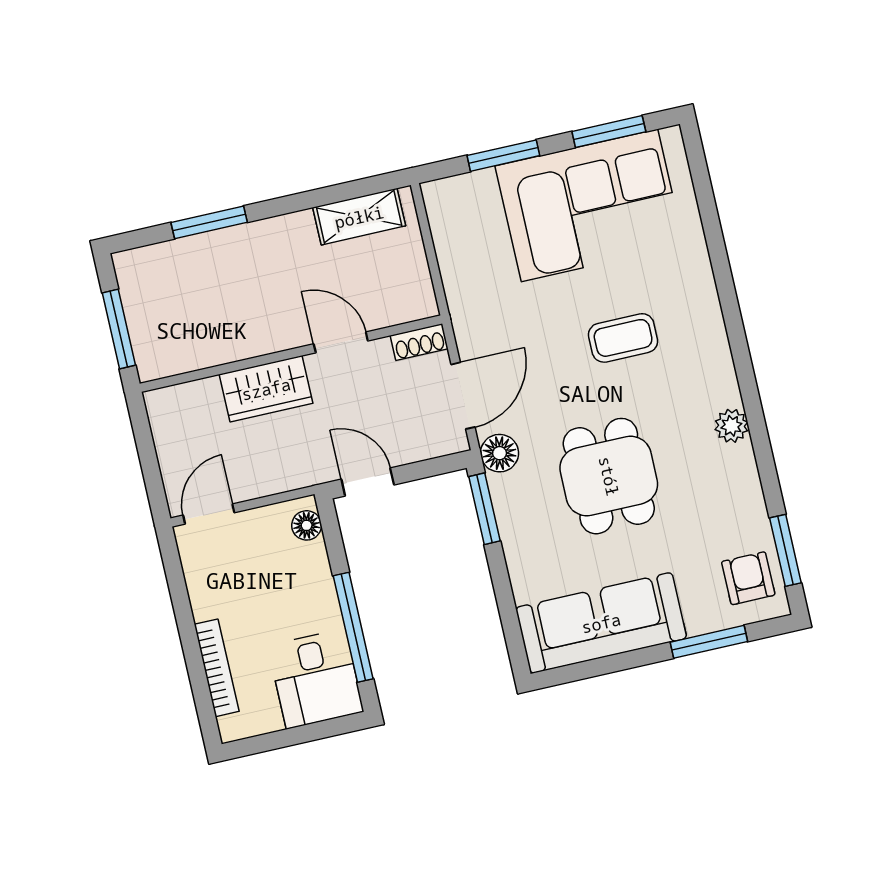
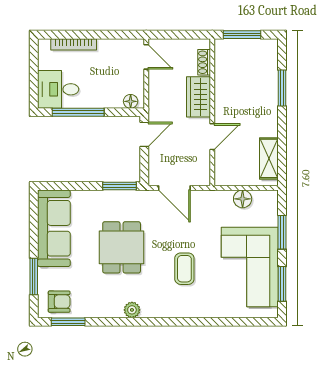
shoe rack: (419, 342) -> (204, 62), moved
floor lamp: (500, 453) -> (243, 199), moved
dining table: (609, 476) -> (122, 247), turned 90

